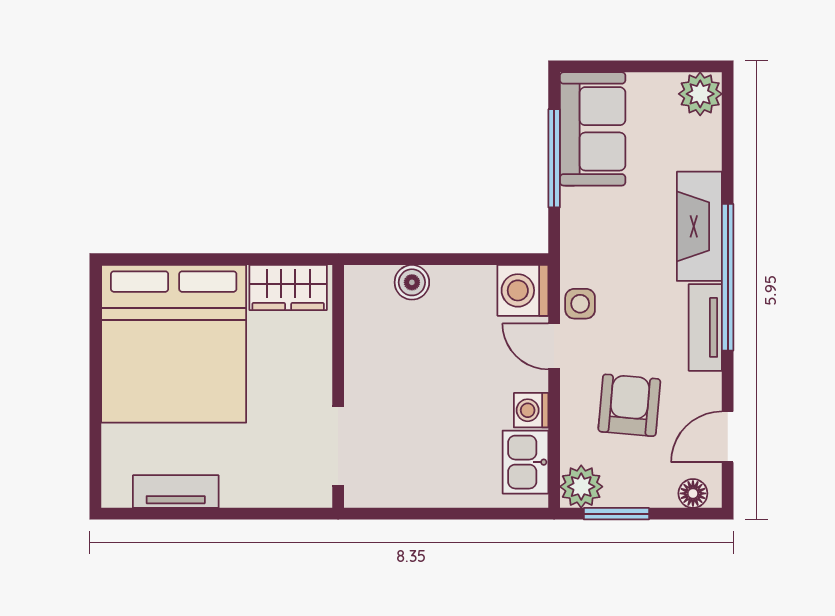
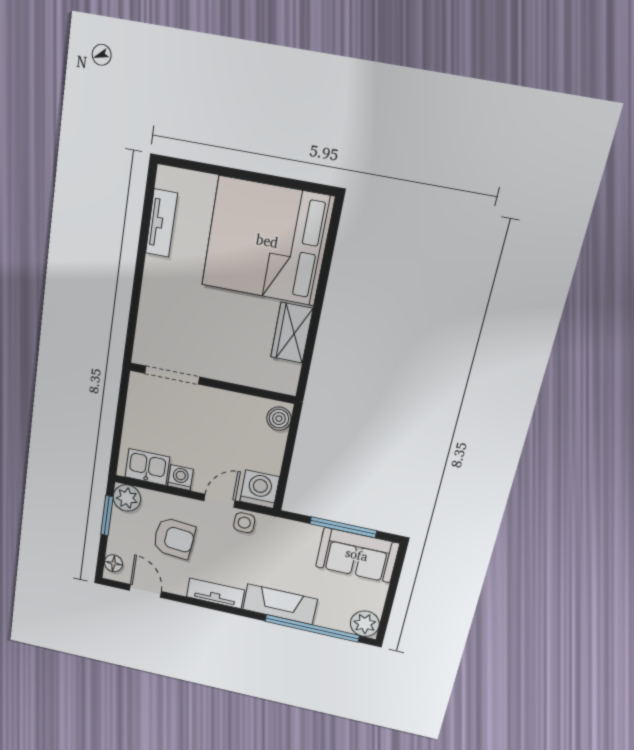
window: (728, 277) -> (312, 628), moved
wall: (338, 386) -> (212, 383), moved
doorway: (338, 446) -> (172, 375), moved

